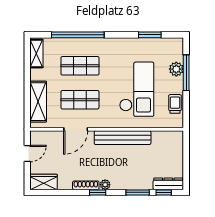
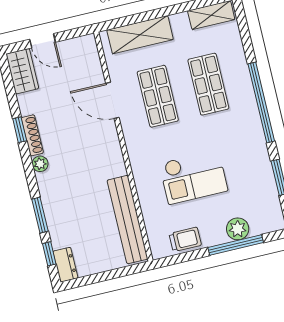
window: (78, 35) -> (261, 102), moved
checkout: (137, 89) -> (193, 177), width x0.73, depth x0.83
bench: (123, 138) -> (128, 220), moved
door: (27, 153) -> (43, 41), moved
dresser: (168, 184) -> (65, 265), width x0.70
window: (98, 192) -> (20, 130), moved

